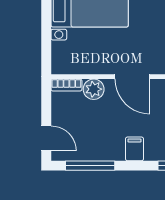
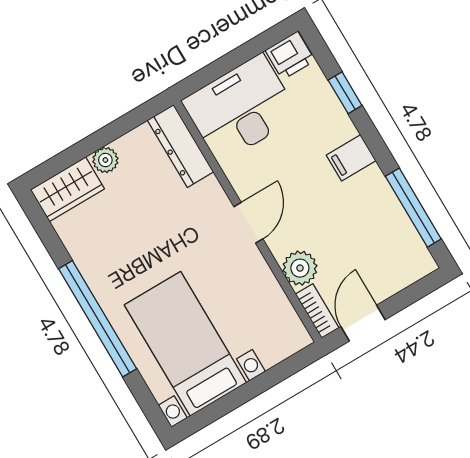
door: (132, 77) -> (248, 223), width x0.73
door: (46, 138) -> (363, 323), moved

